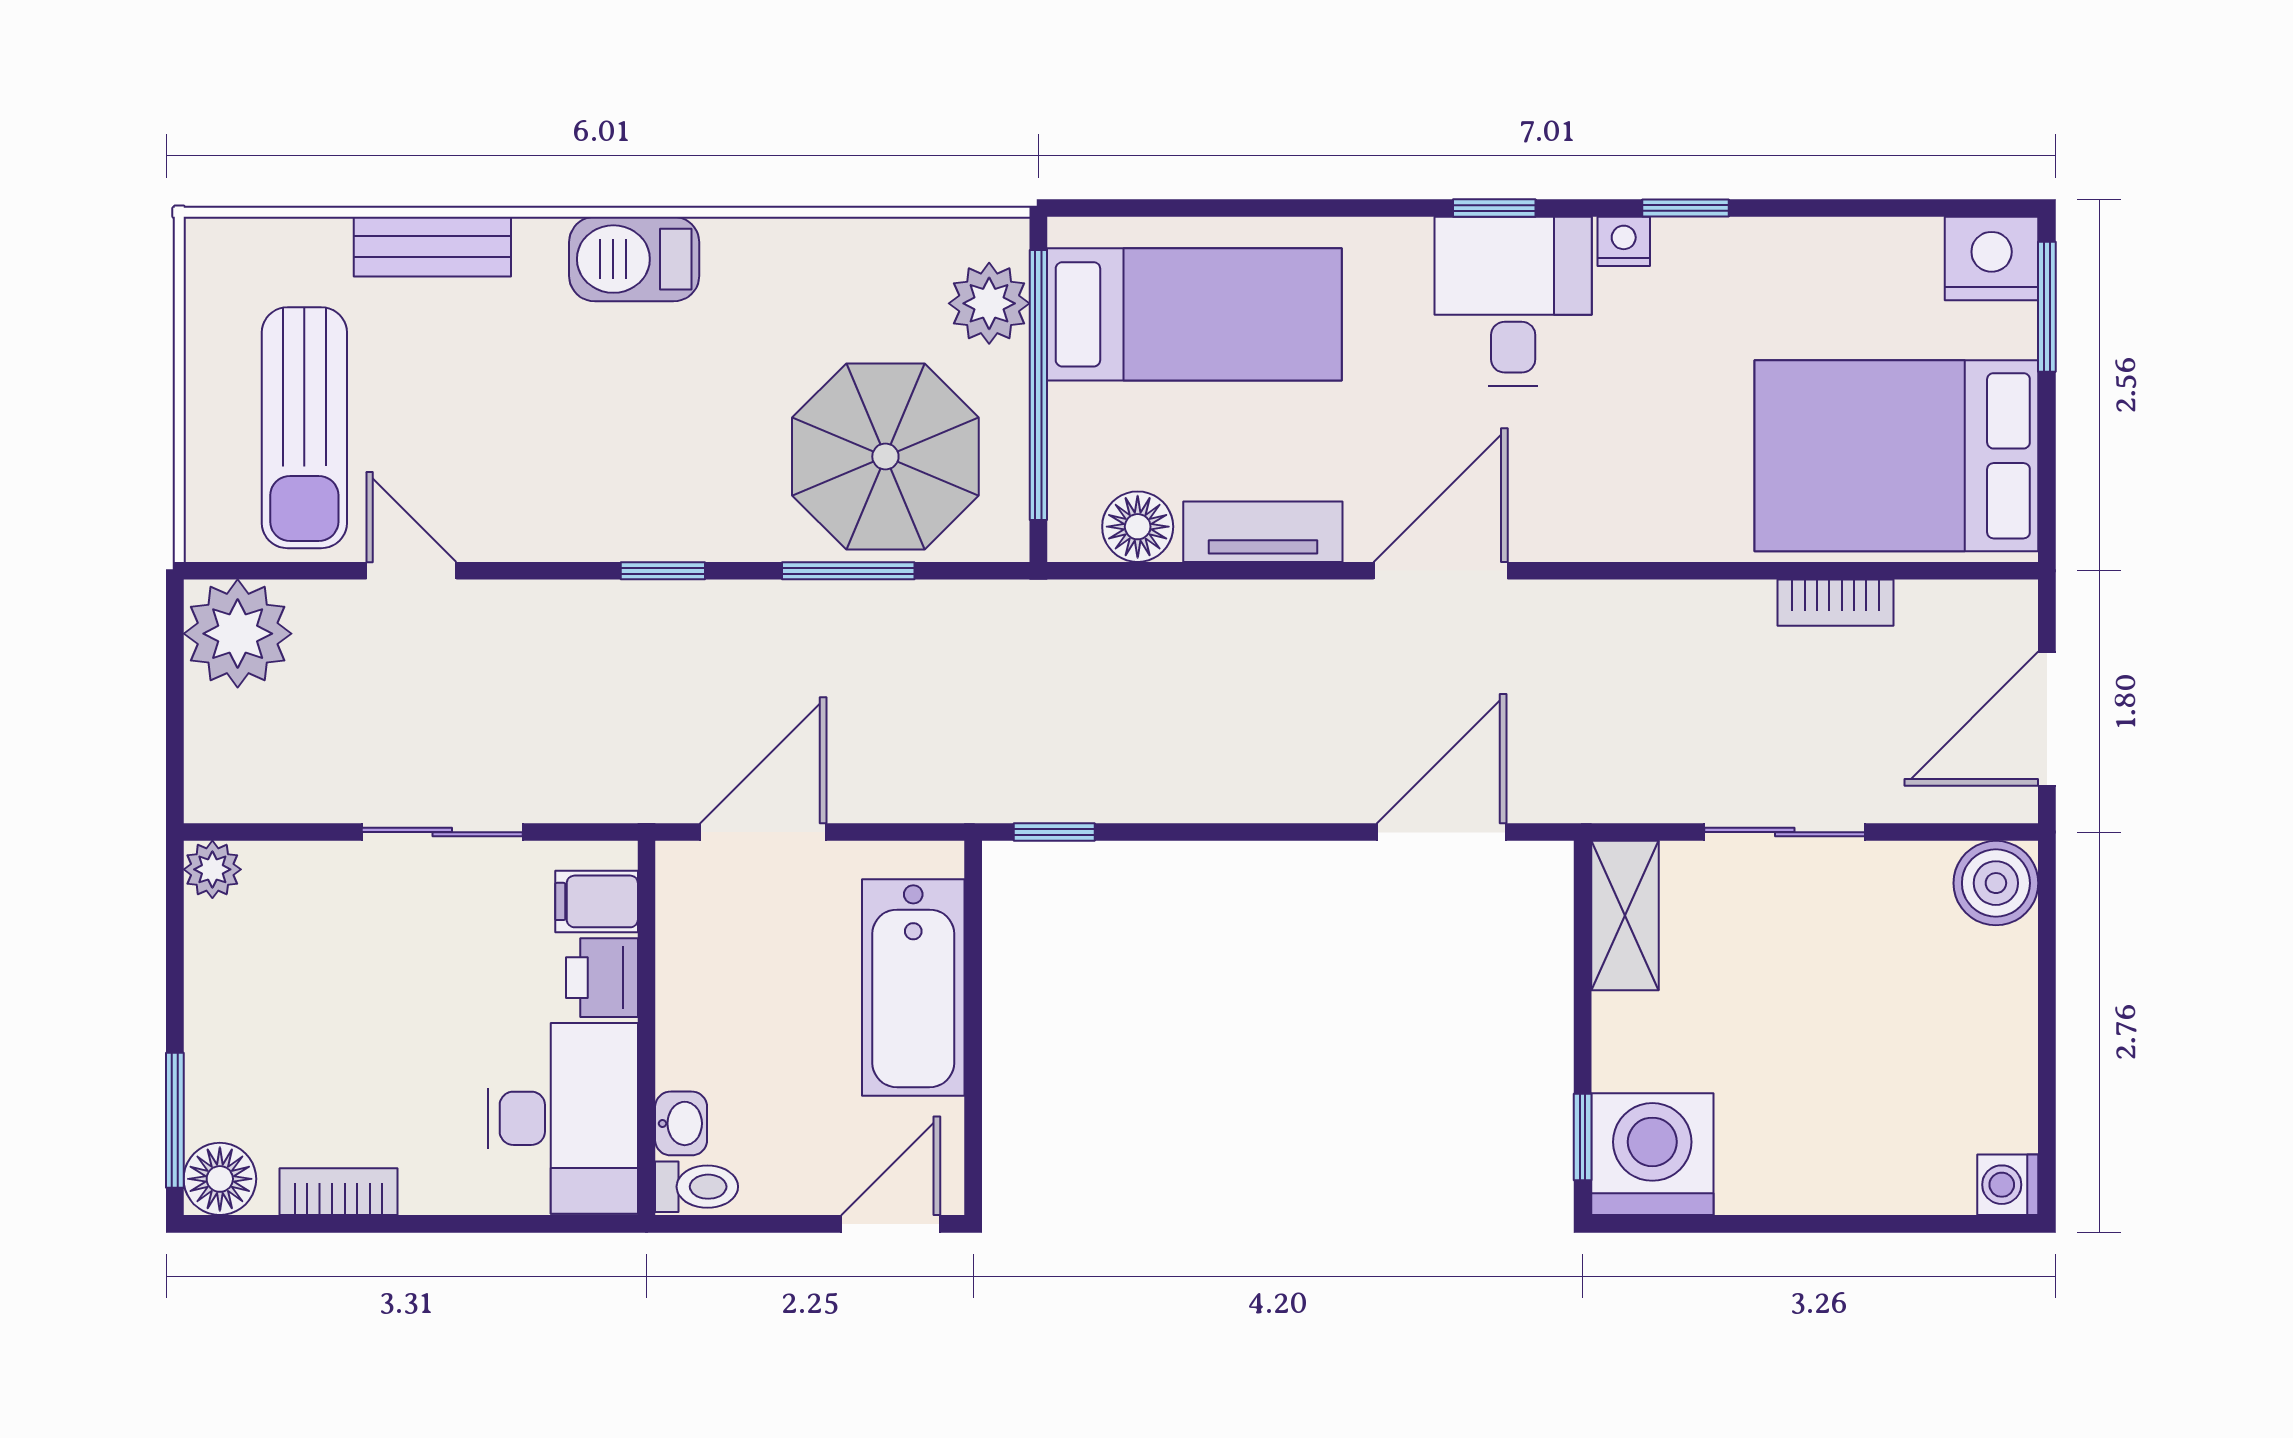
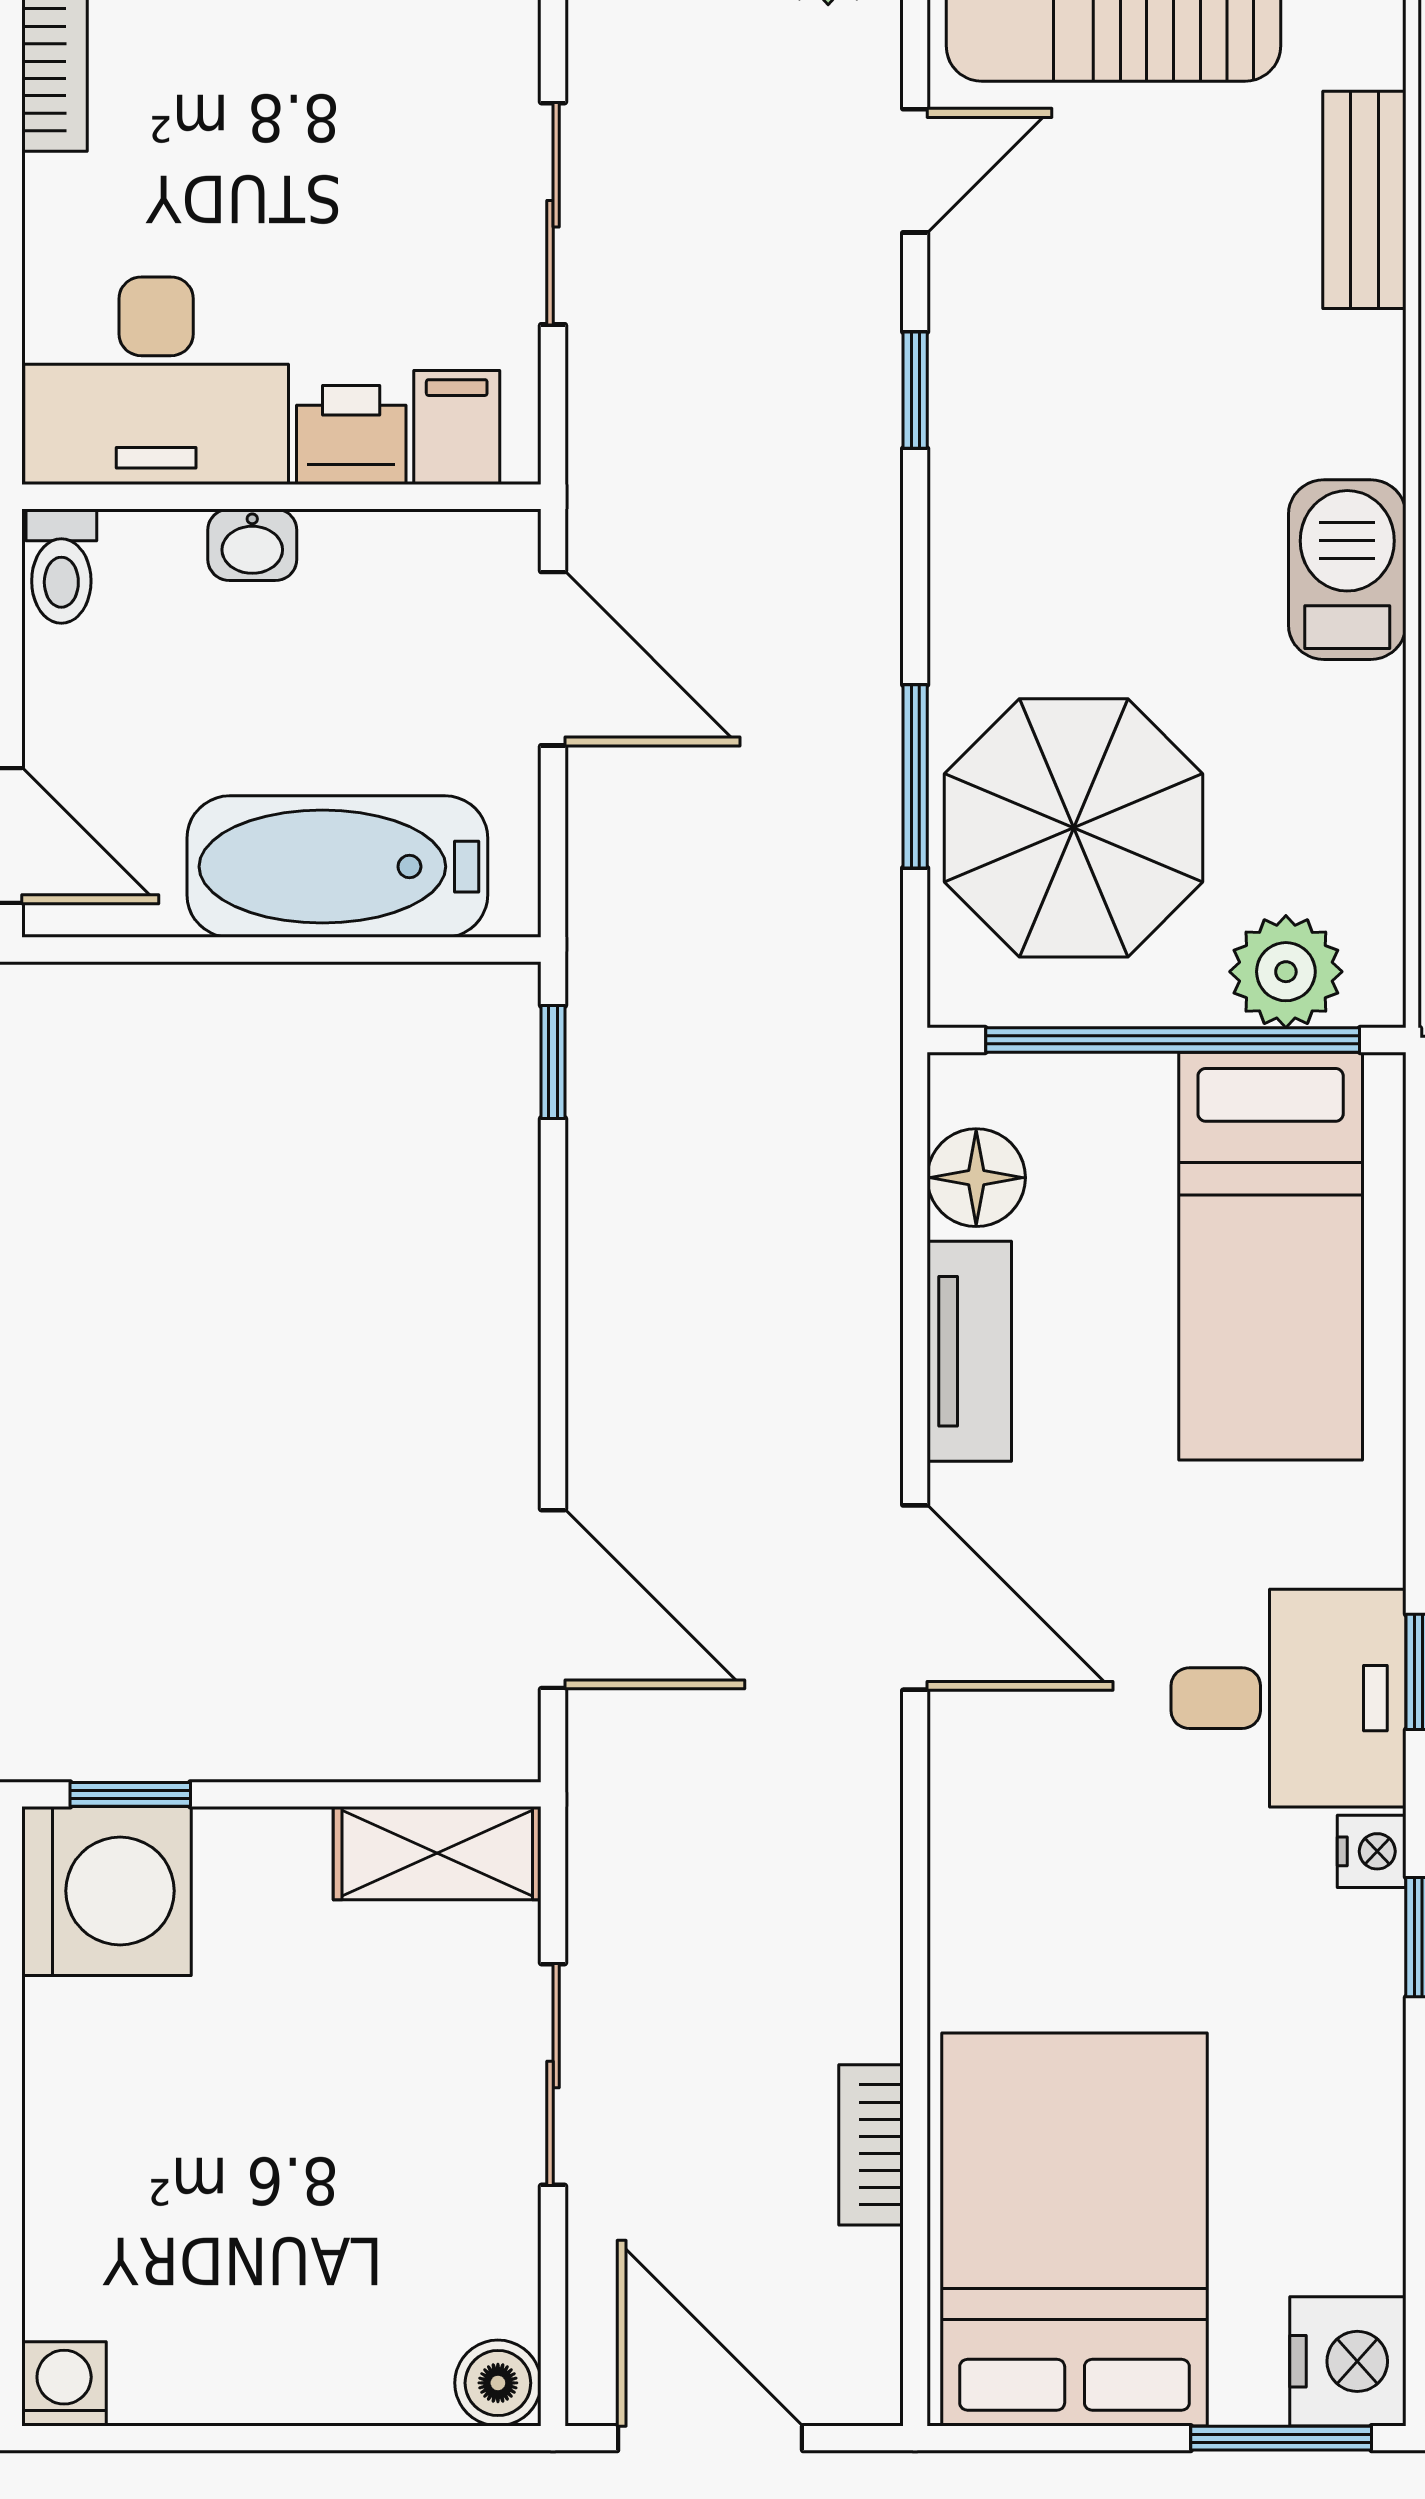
barbecue: (634, 259) -> (1347, 570), moved
window: (663, 571) -> (915, 390), moved
boiler: (1996, 883) -> (498, 2383), width x0.73, depth x0.73
washbasin: (681, 1123) -> (252, 545), moved

